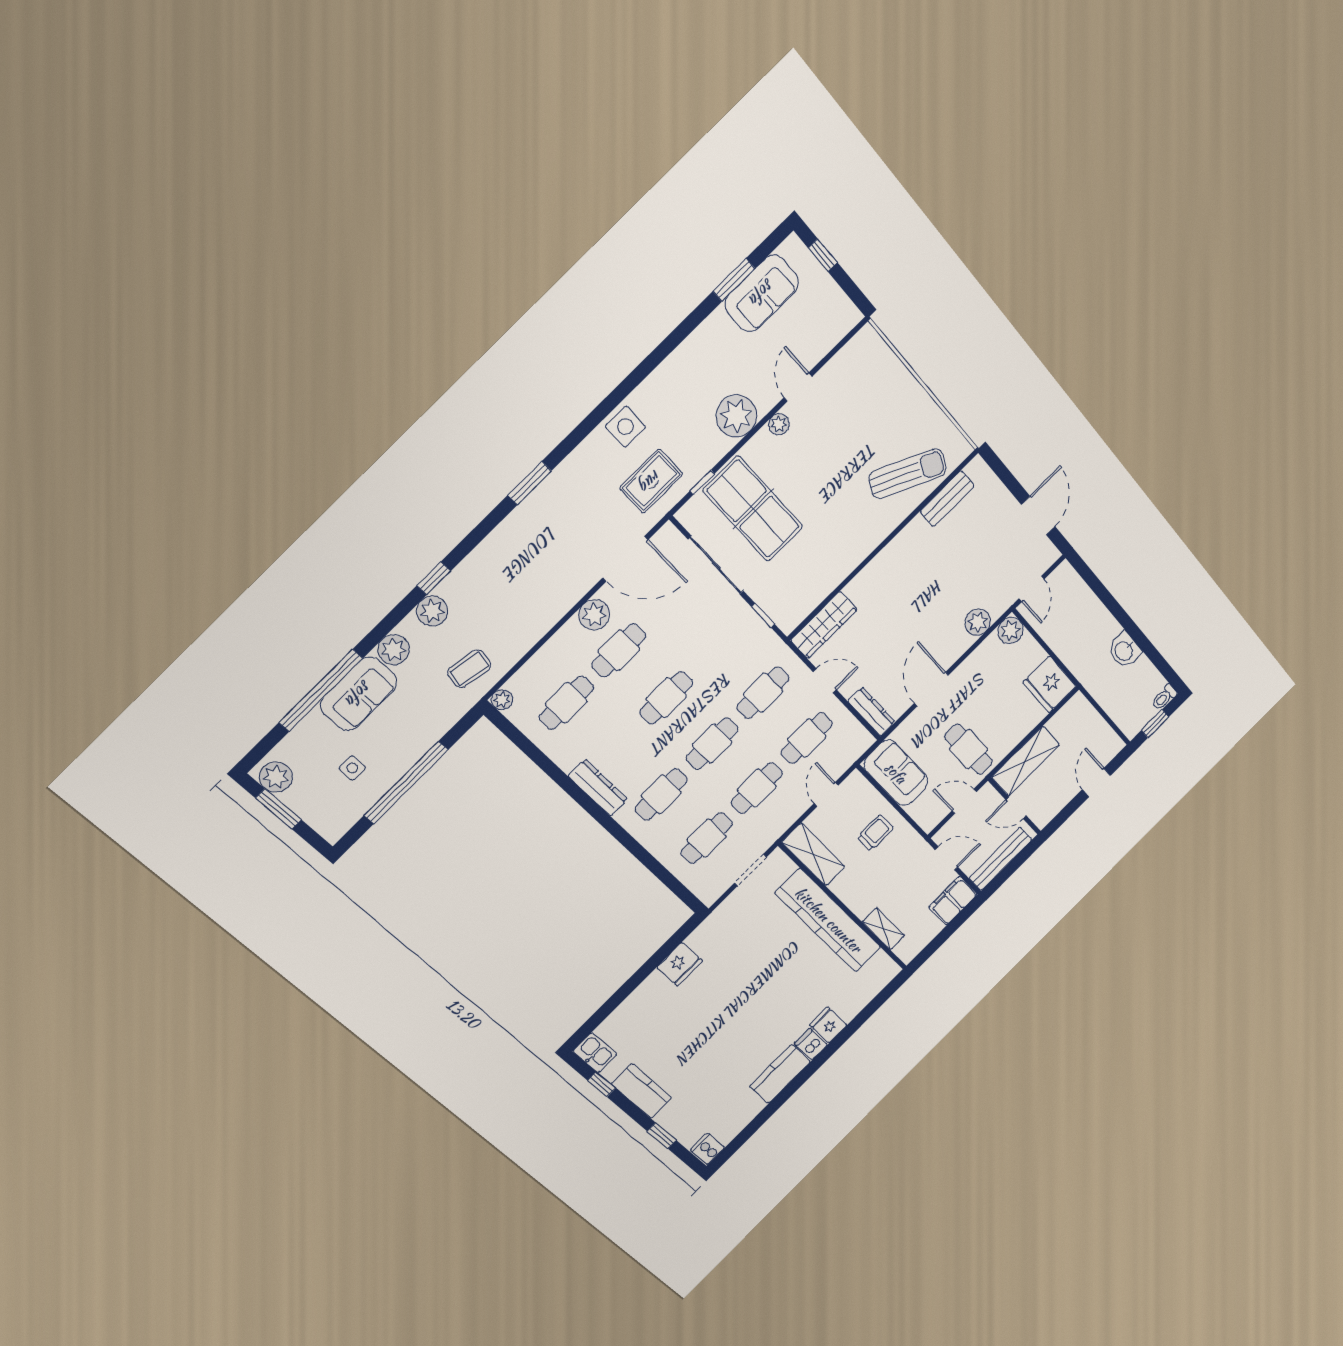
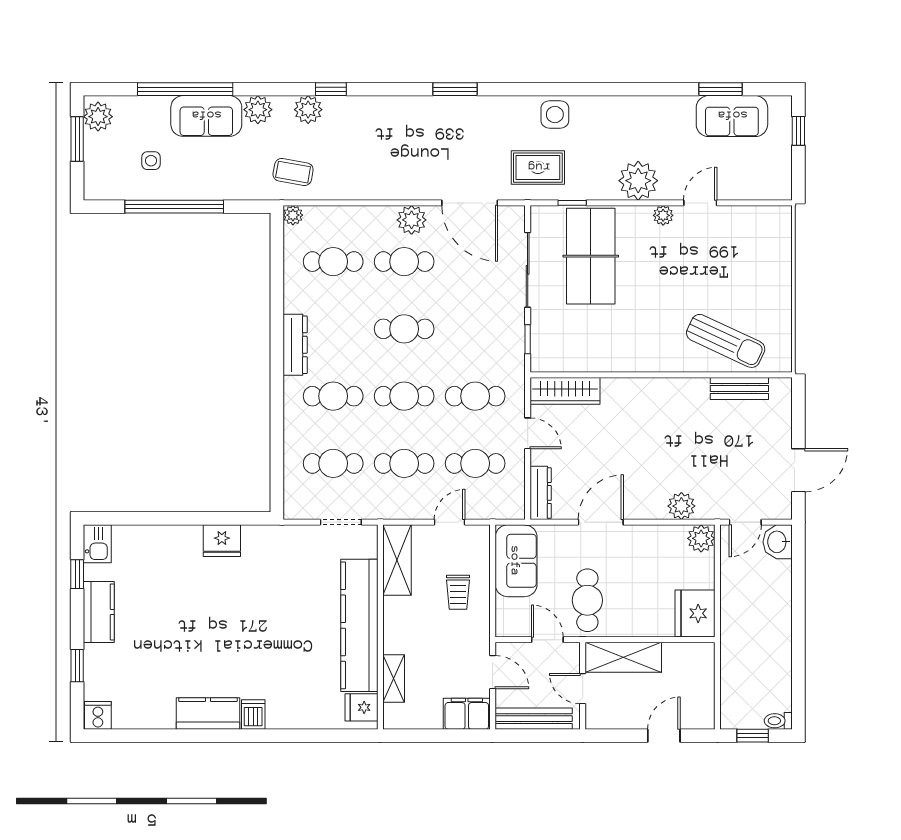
washbasin: (1124, 651) -> (778, 542), moved
trolley: (875, 833) -> (458, 592), turned 90
fridge: (828, 1025) -> (362, 707), moved, turned -90

